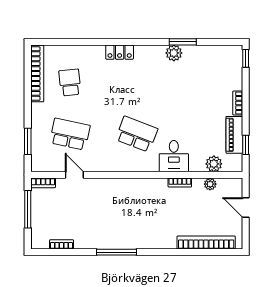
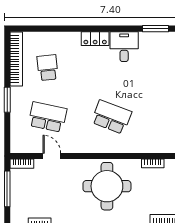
plant: (174, 53) -> (147, 39), removed
window: (28, 141) -> (7, 100), moved
desk: (174, 156) -> (124, 47), moved, turned 180
round table: (132, 206) -> (107, 186), added

